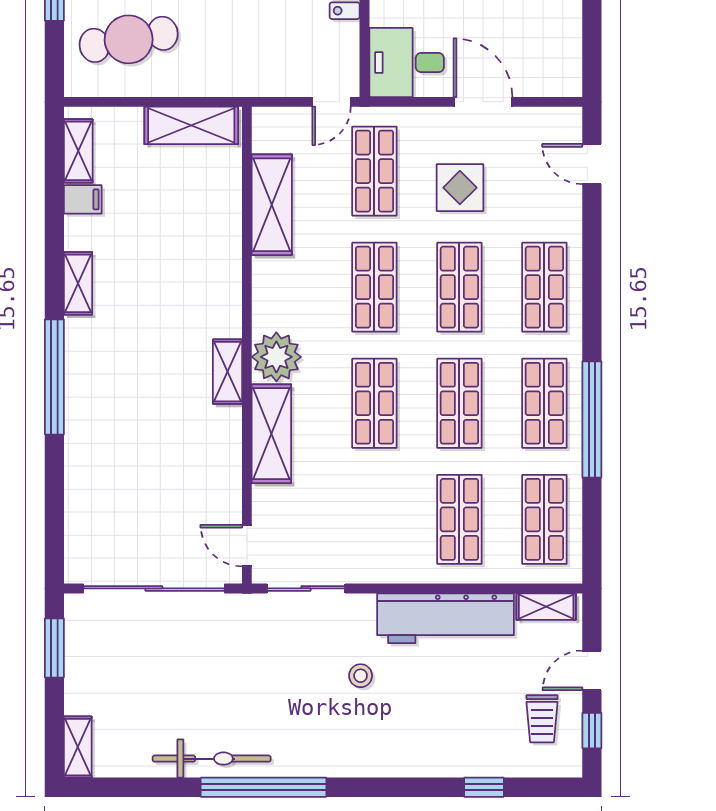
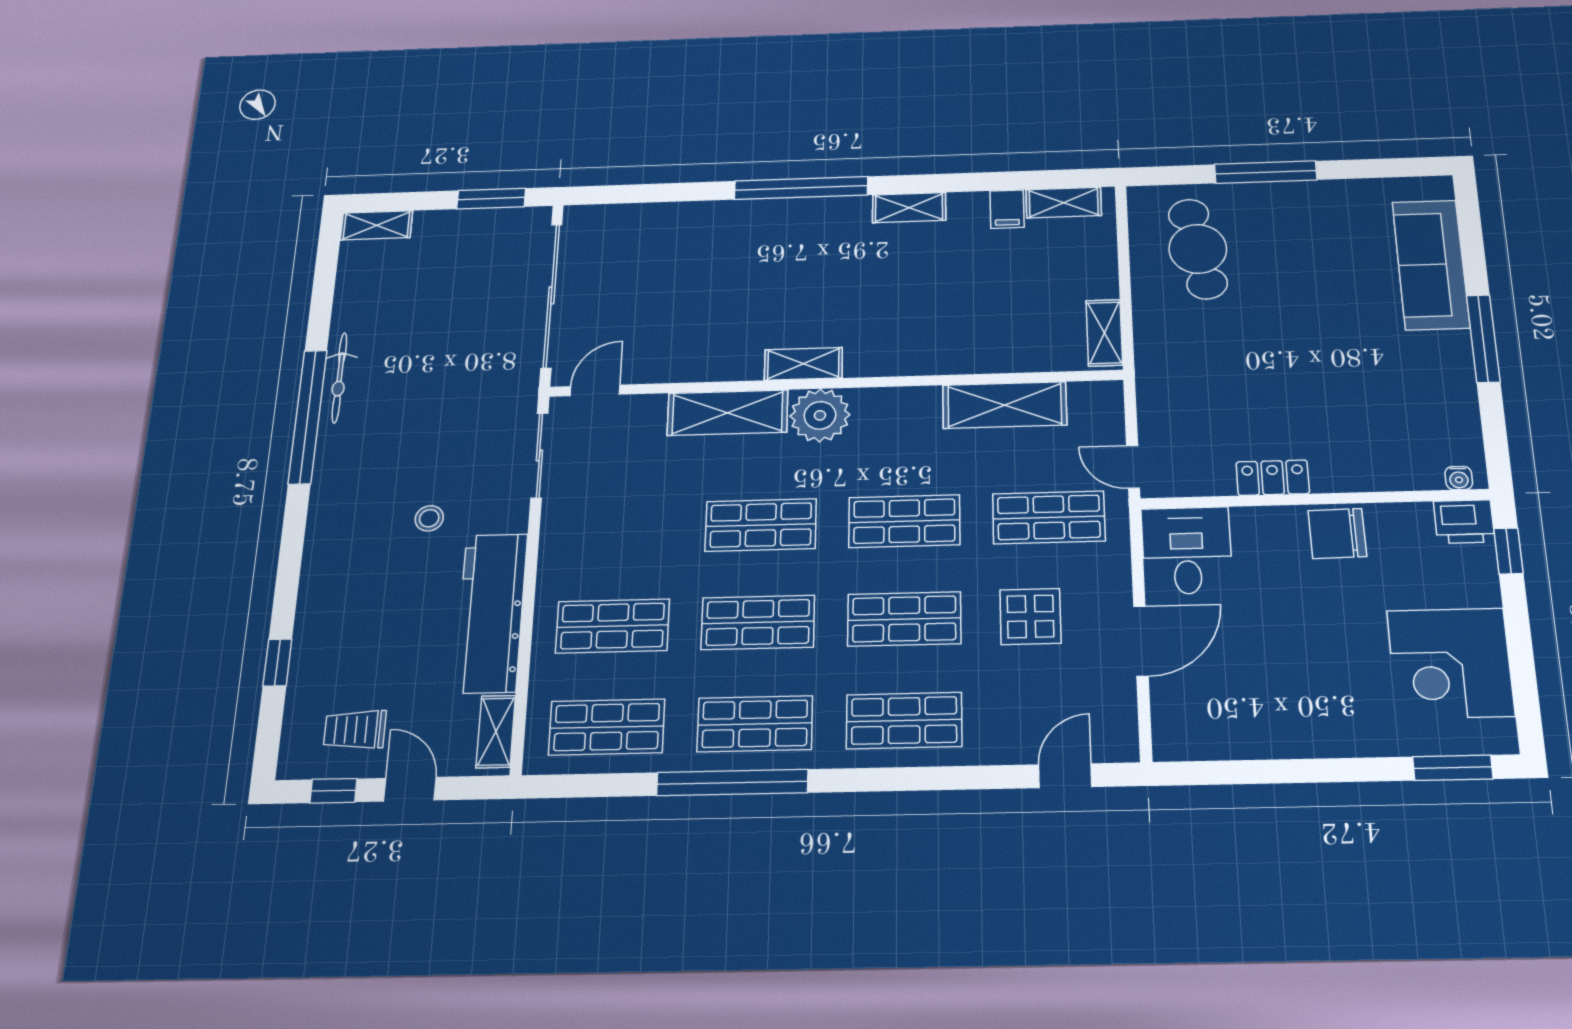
shelving: (191, 125) -> (1104, 333), width x0.67, depth x0.75
bicycle: (212, 759) -> (339, 378), width x0.73, depth x0.71

